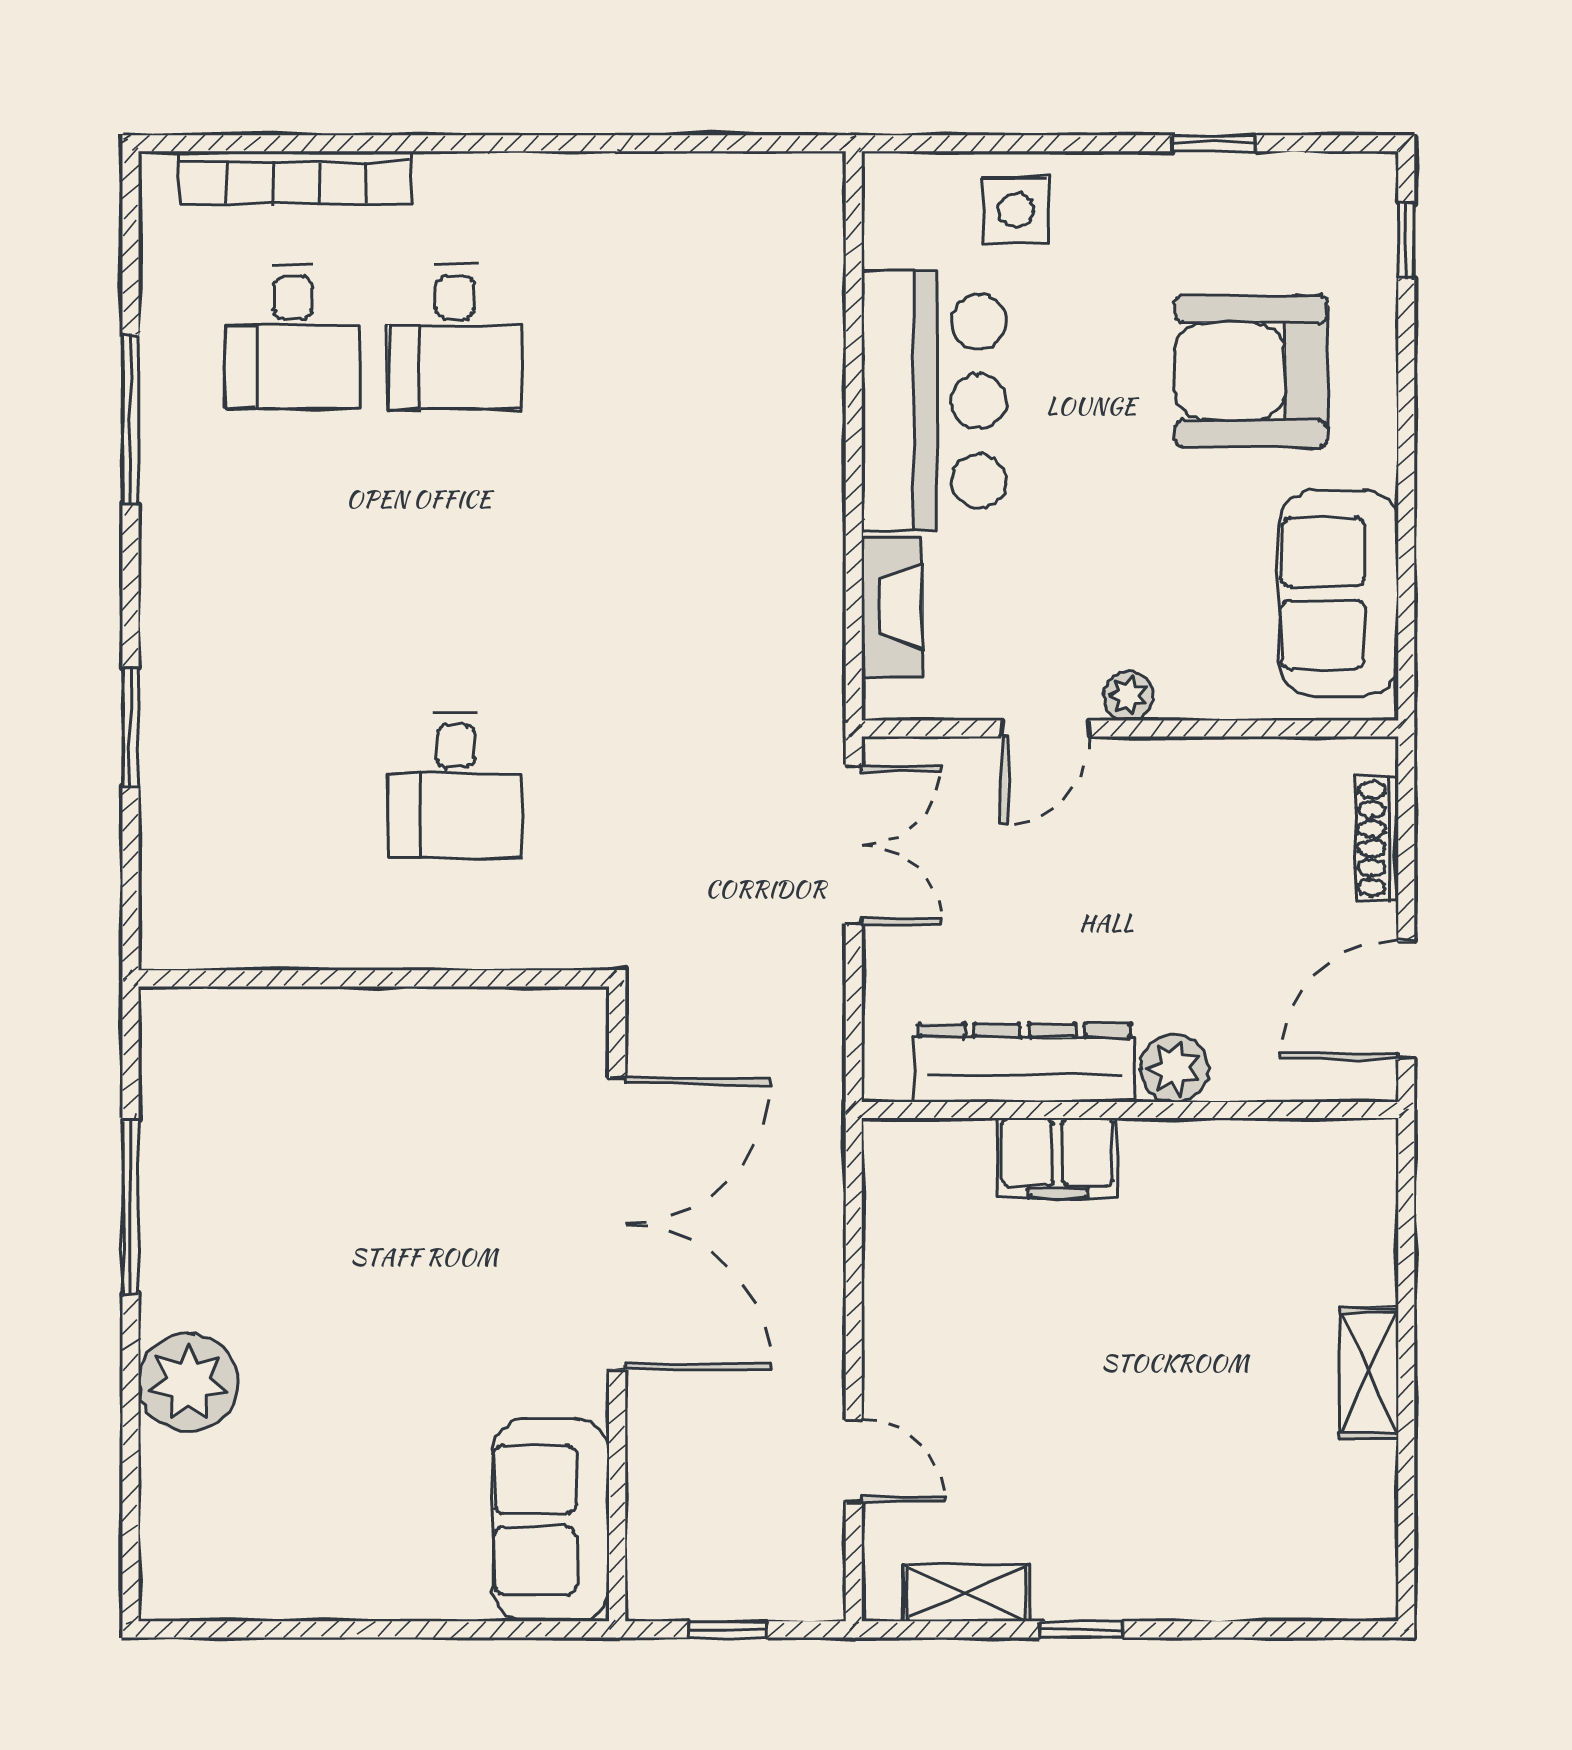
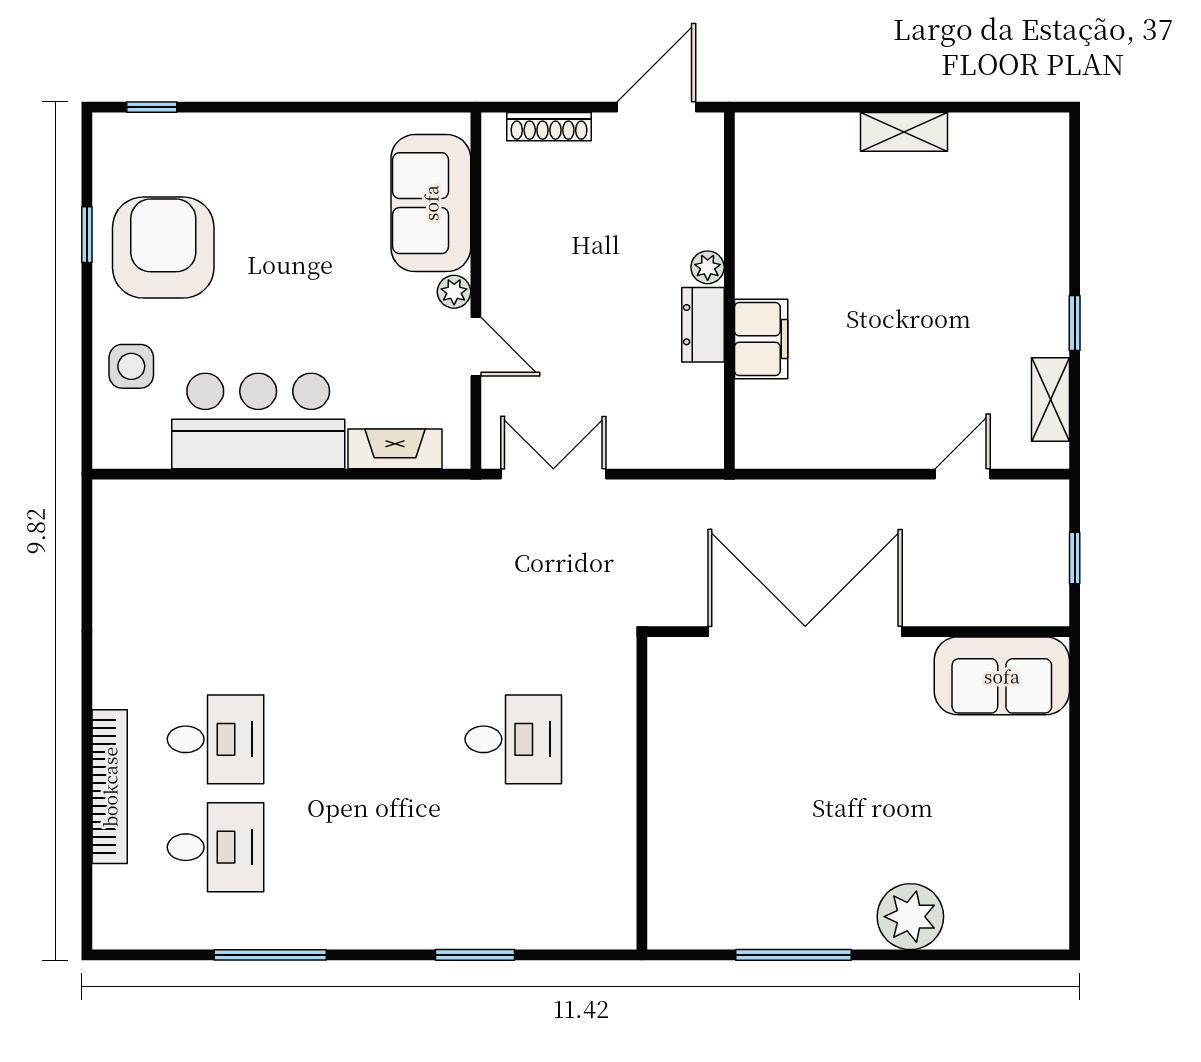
bookcase: (296, 177) -> (110, 787), moved
armchair: (1251, 371) -> (163, 248), moved, turned 180
sofa: (1339, 593) -> (431, 203), moved, turned 90
door: (1406, 1000) -> (656, 107), swing flipped
dresser: (1025, 1063) -> (703, 325), width x0.51, depth x0.80
plant: (1174, 1068) -> (708, 267), width x0.73, depth x0.73

